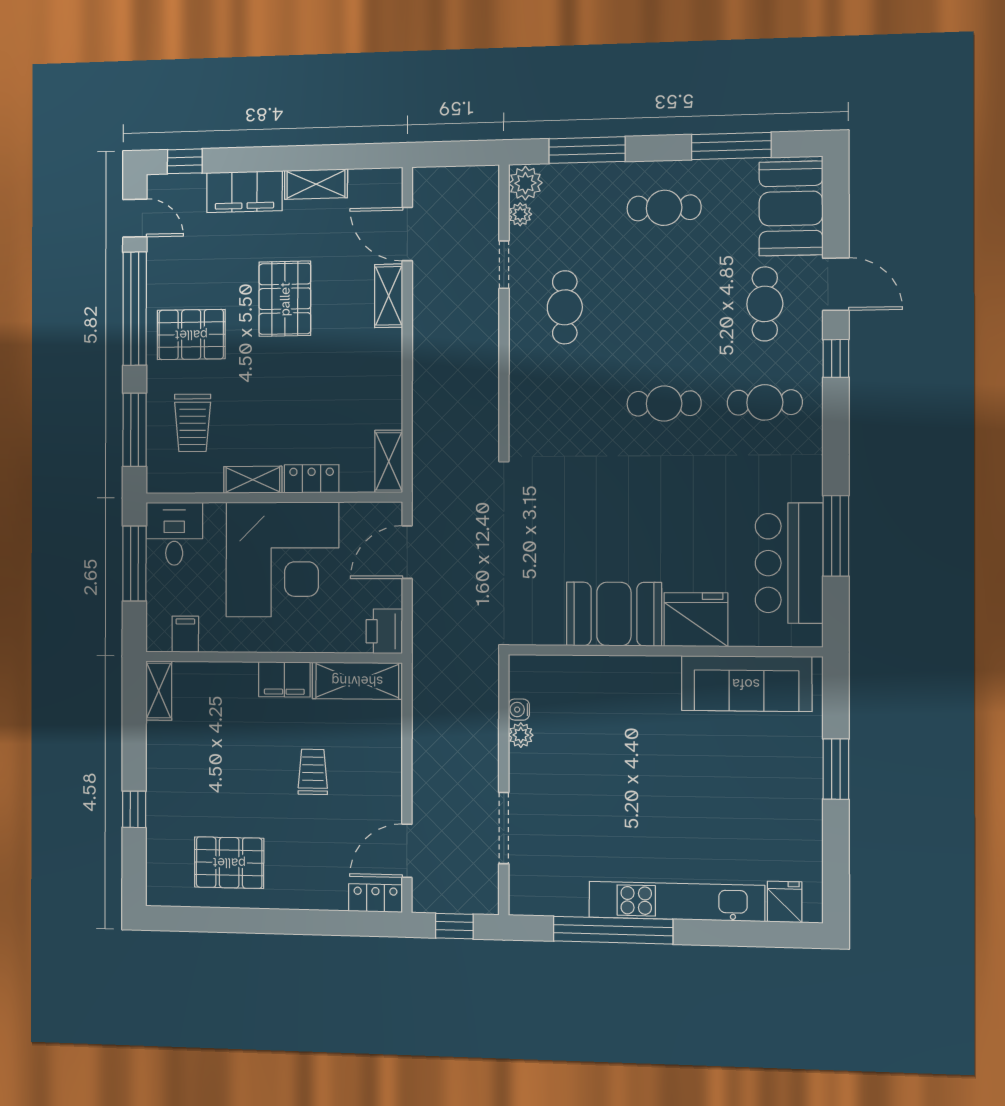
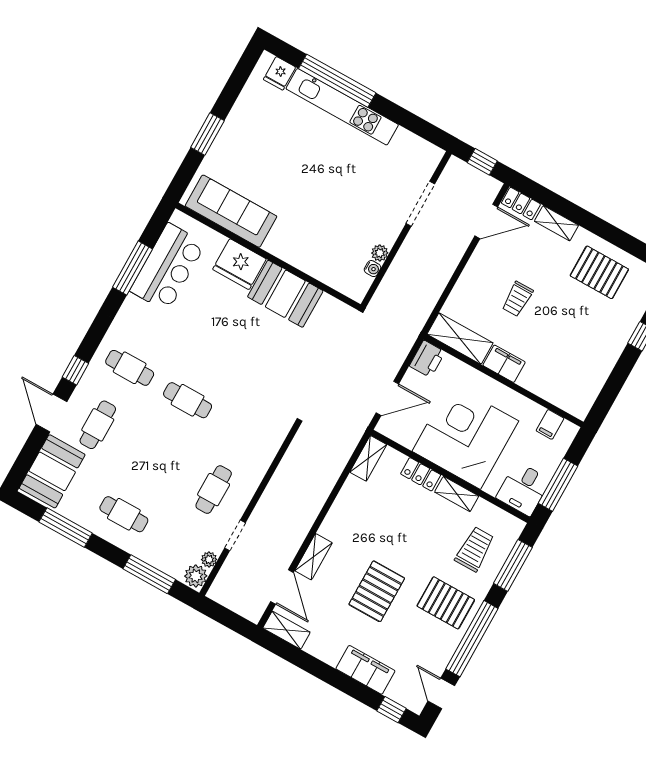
shelving: (316, 184) -> (286, 630), moved
shelving: (159, 691) -> (556, 223), moved, turned 90
window: (613, 930) -> (337, 81), moved

